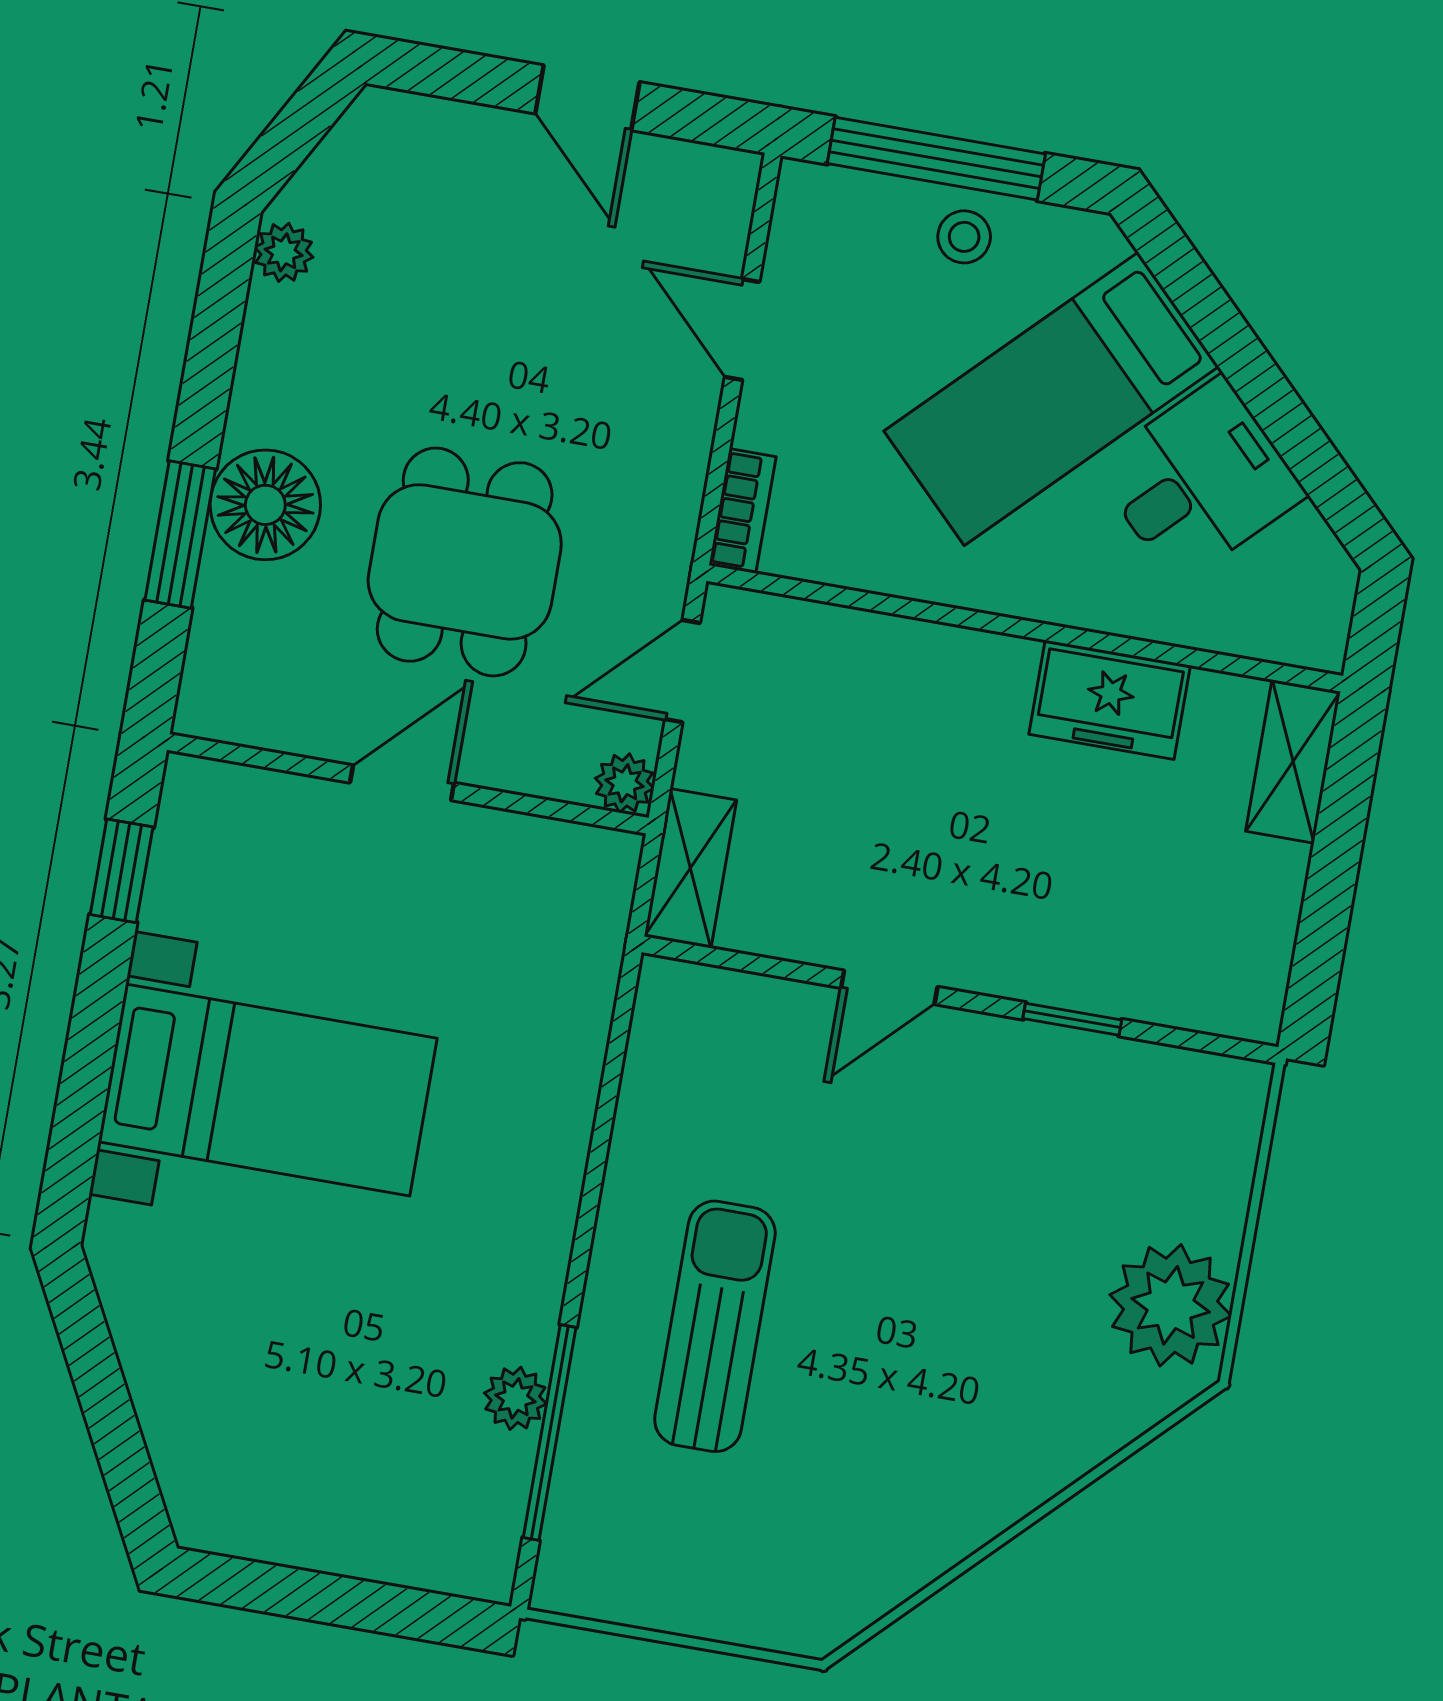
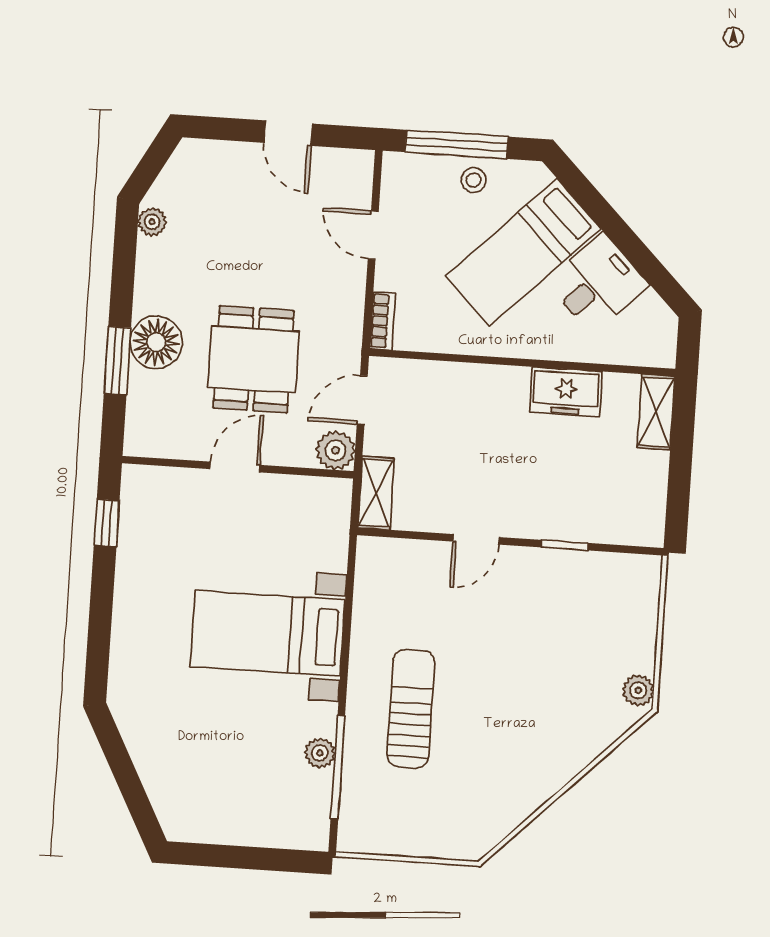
plant: (625, 783) -> (335, 450), width x1.38, depth x1.38
bed with nightstands: (268, 1090) -> (268, 633), moved, turned 180
plant: (1171, 1305) -> (638, 690), width x0.53, depth x0.53

